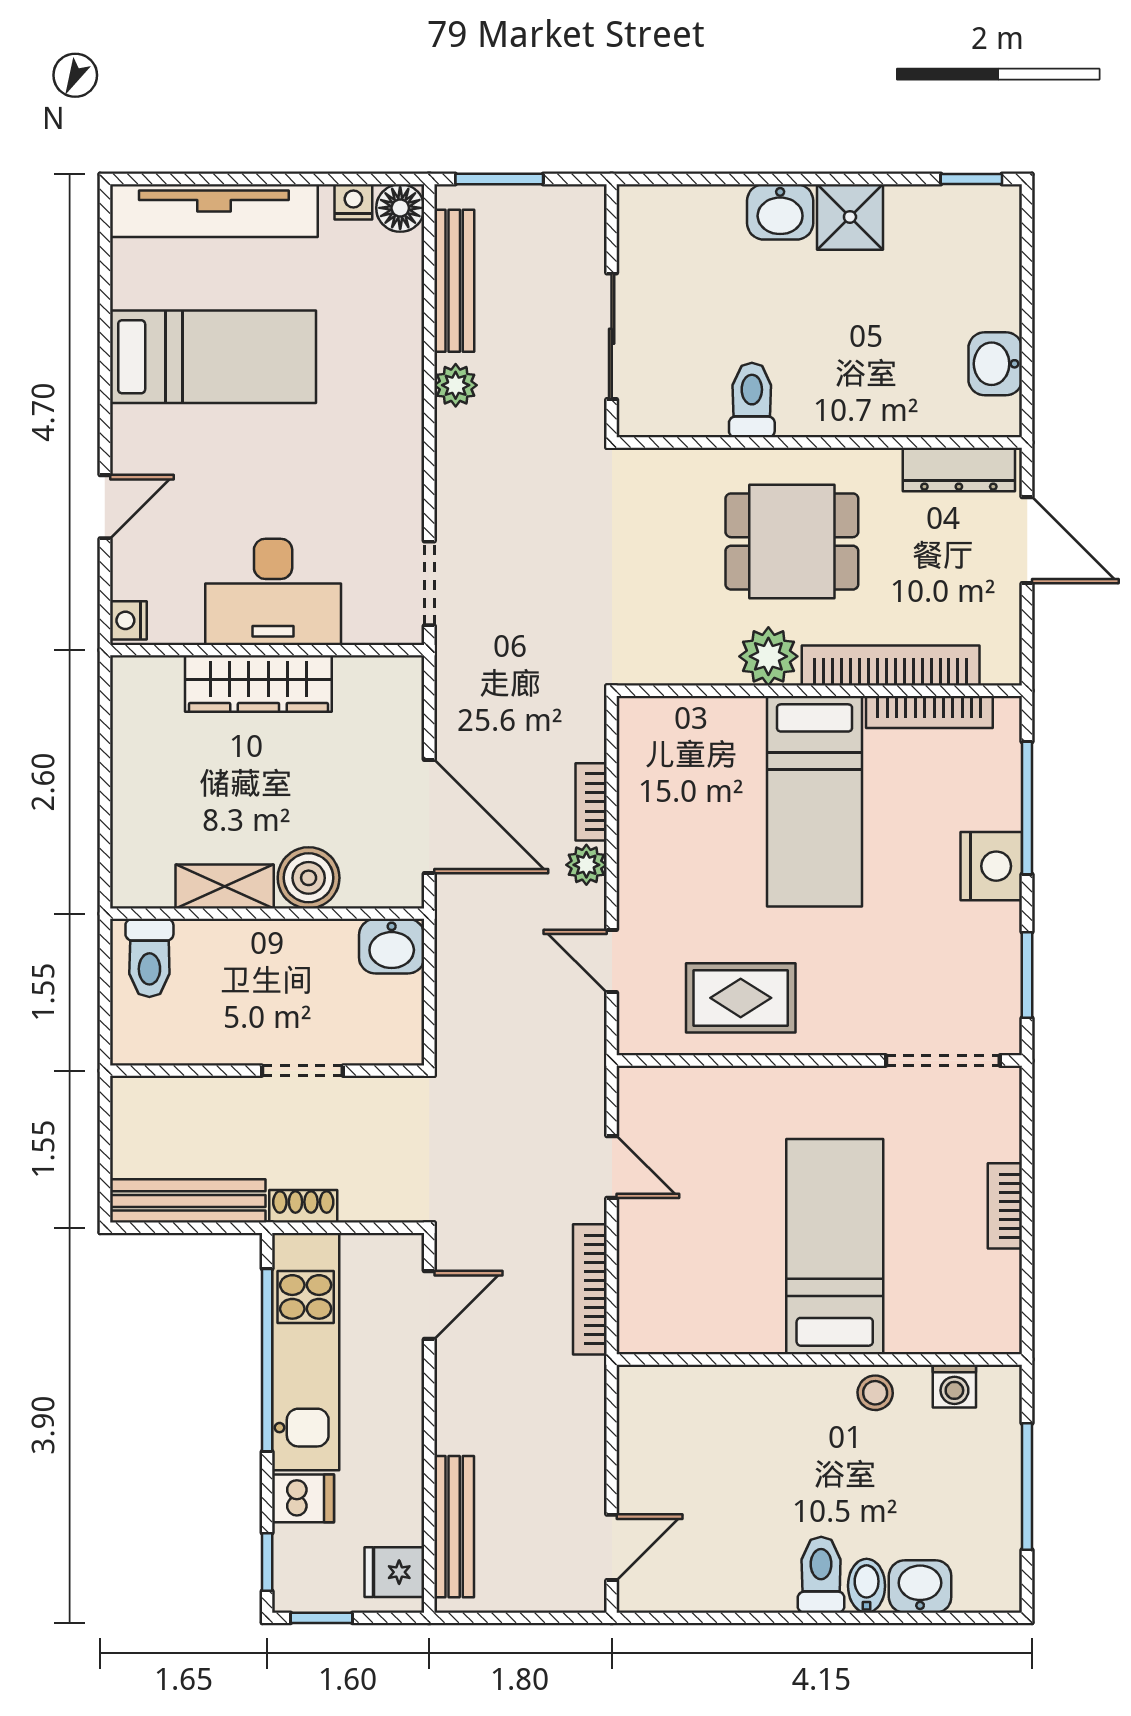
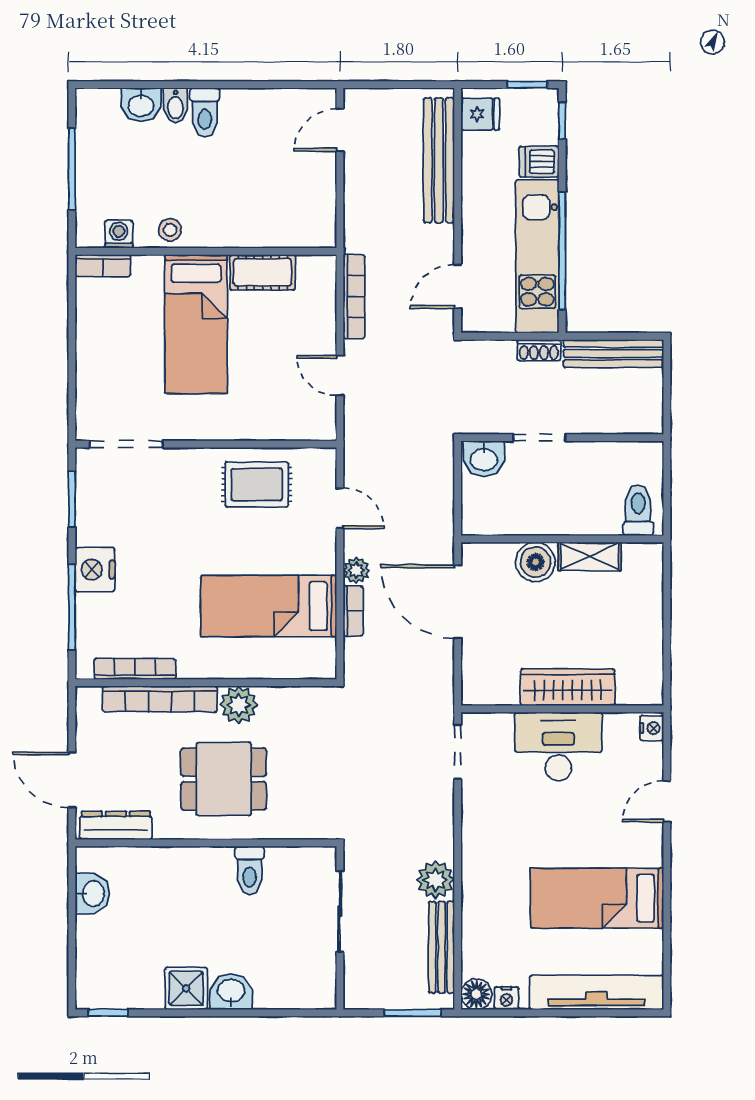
plant: (456, 385) -> (435, 880), width x1.38, depth x1.38
bed: (814, 801) -> (269, 606), moved, turned -90
washbasin: (392, 946) -> (484, 459), moved, turned 180
bookcase: (1005, 1206) -> (103, 266), moved, turned 90
cot: (731, 1327) -> (263, 272), added
bench: (454, 1527) -> (439, 160), width x1.37, depth x1.21

